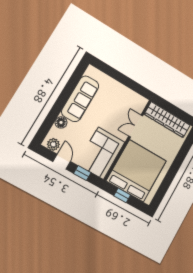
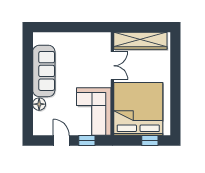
double door: (136, 126) -> (112, 66), swing flipped
plant: (53, 144) -> (44, 129), removed
window: (122, 195) -> (150, 140), moved

